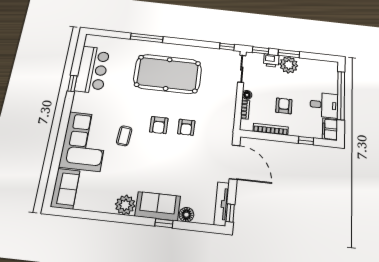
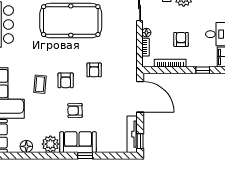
armchair: (159, 125) -> (66, 80), moved
armchair: (159, 169) -> (75, 110), added
floor lamp: (186, 215) -> (26, 146), moved

